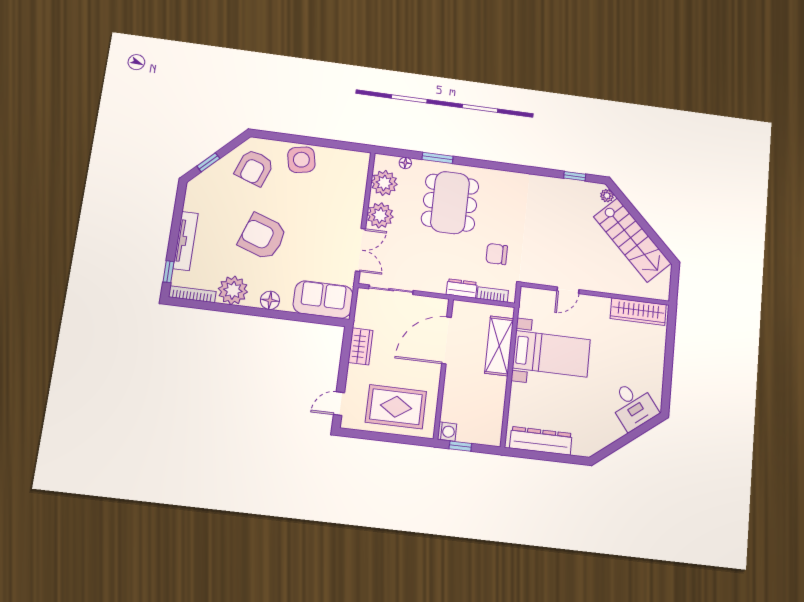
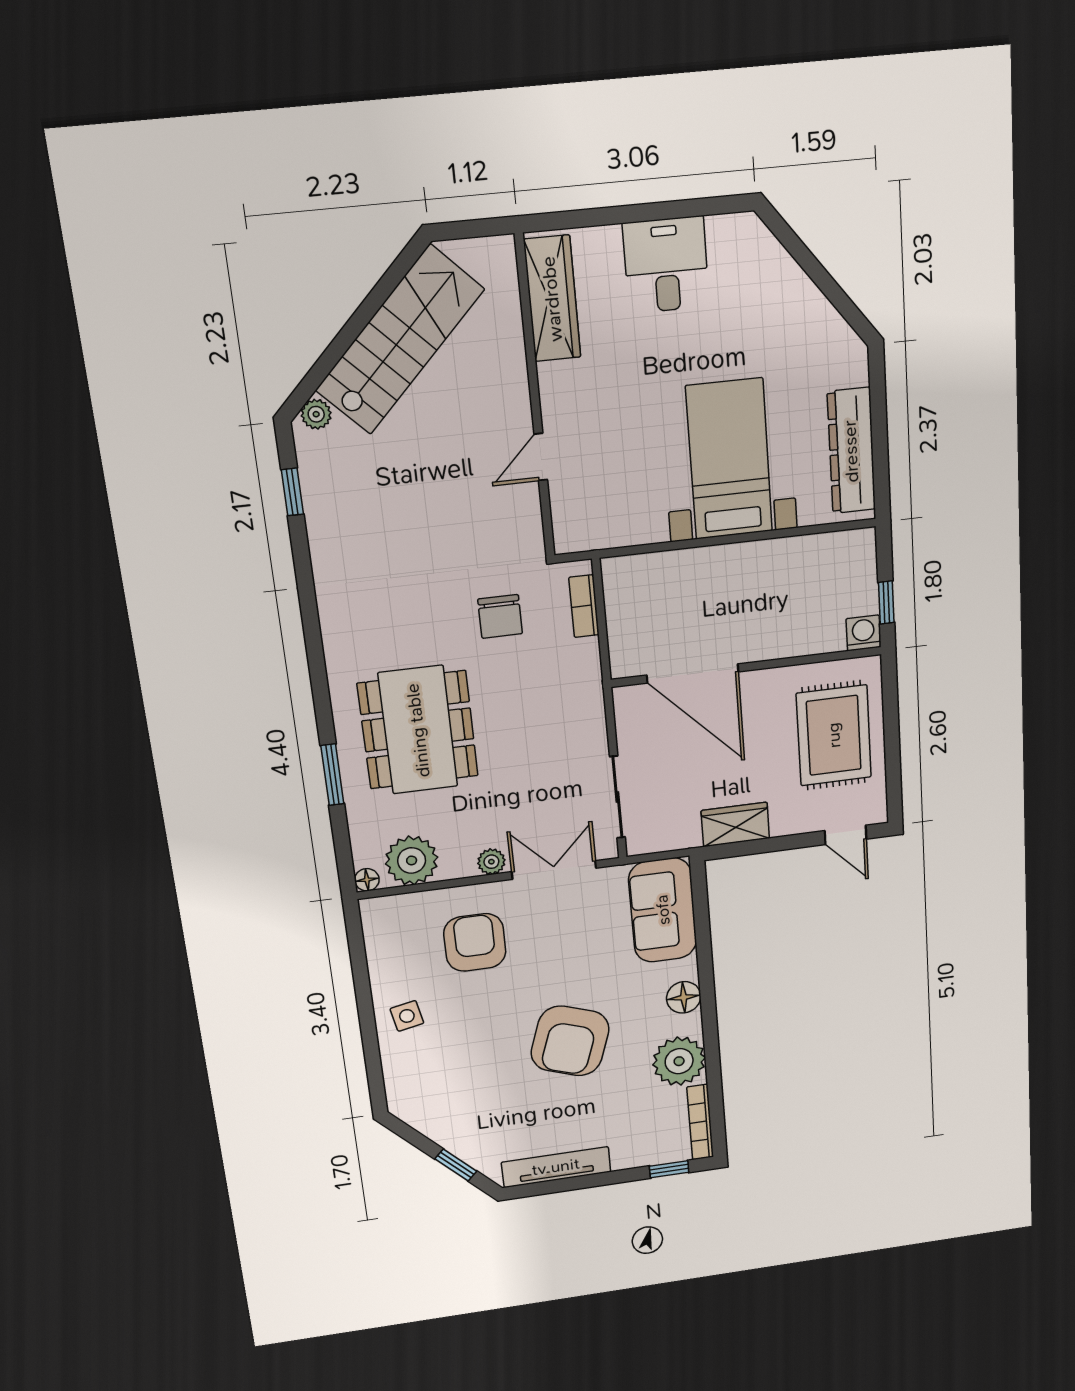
side table: (301, 160) -> (407, 1016), width x0.54, depth x0.54
floor lamp: (405, 163) -> (367, 880), moved
armchair: (254, 168) -> (475, 942), moved, turned -110
dining table: (450, 203) -> (418, 730), turned 90
plant: (380, 215) -> (491, 862), width x0.53, depth x0.53
tv unit: (185, 241) -> (556, 1167), moved
dresser: (462, 289) -> (585, 668), removed
door: (568, 290) -> (541, 457), swing flipped
shelving: (499, 346) -> (683, 571), removed
bed with nightstands: (551, 354) -> (729, 459), moved
desk: (633, 405) -> (666, 265), moved, turned -52

